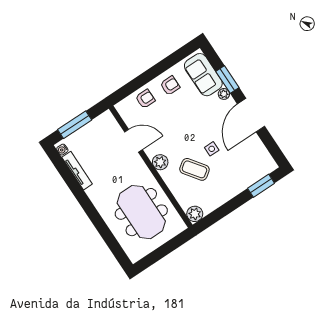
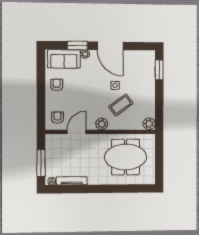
armchair: (145, 99) -> (57, 118), moved

